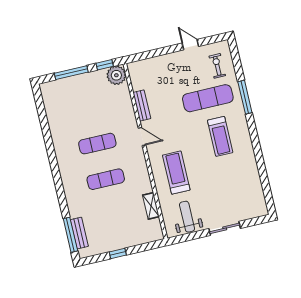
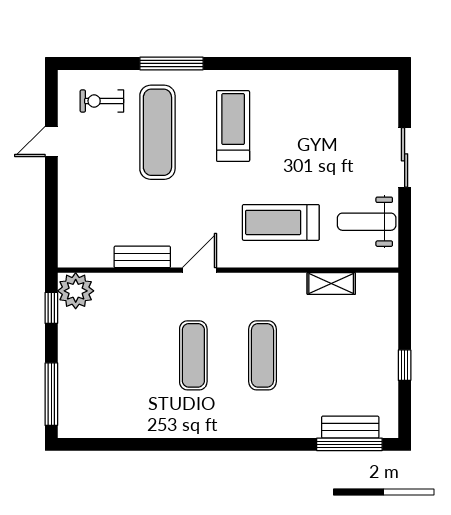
window: (71, 73) -> (51, 394), moved
treadmill: (220, 136) -> (233, 126), turned -90

